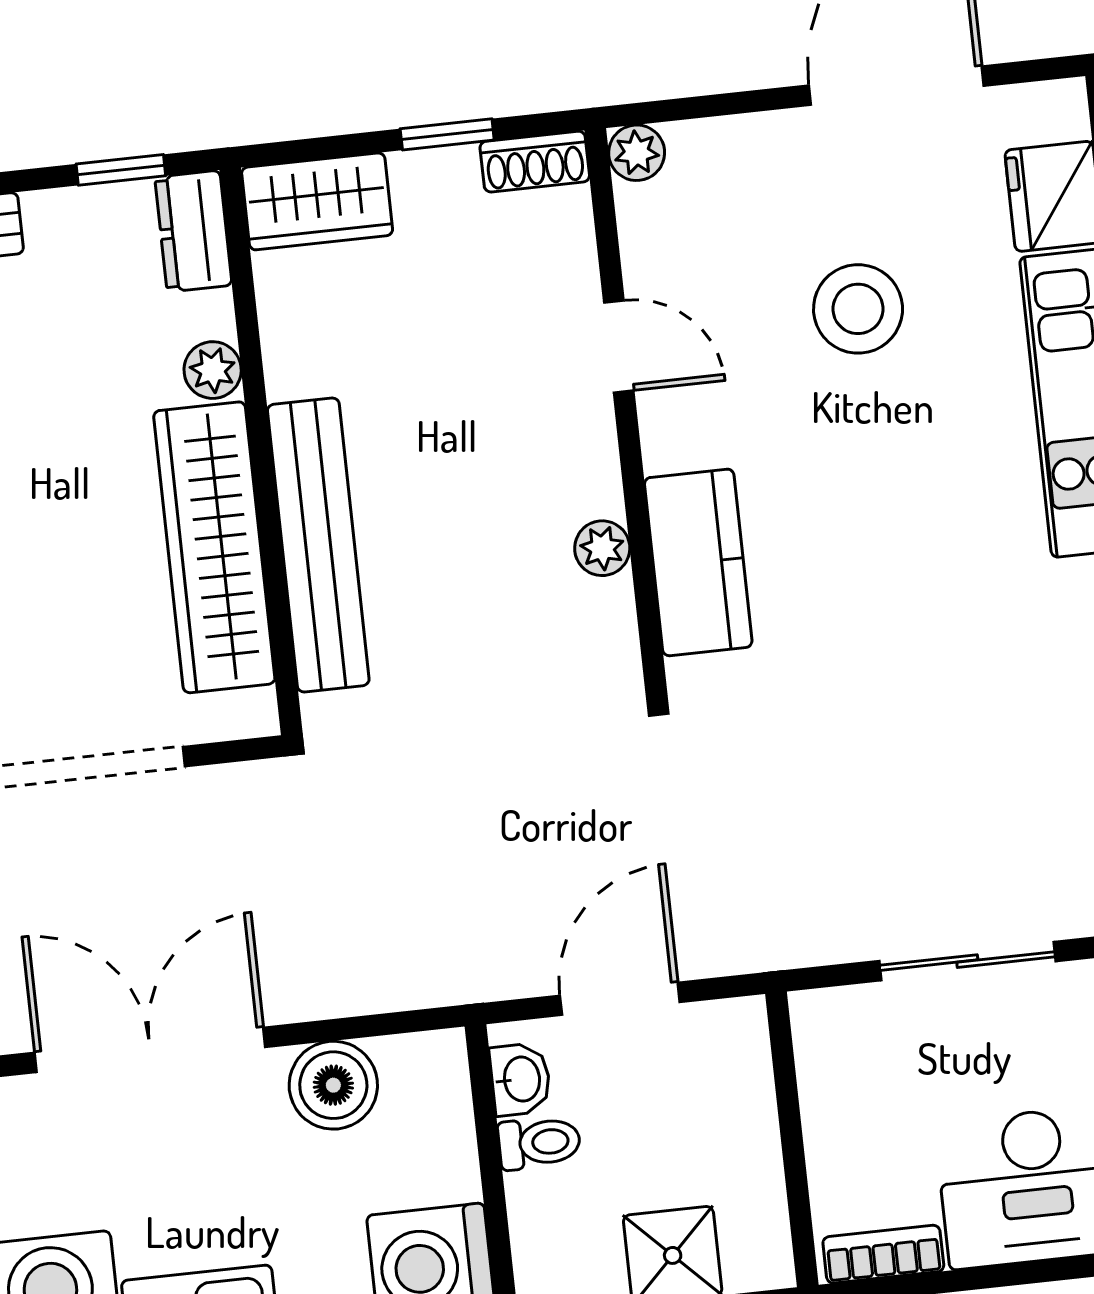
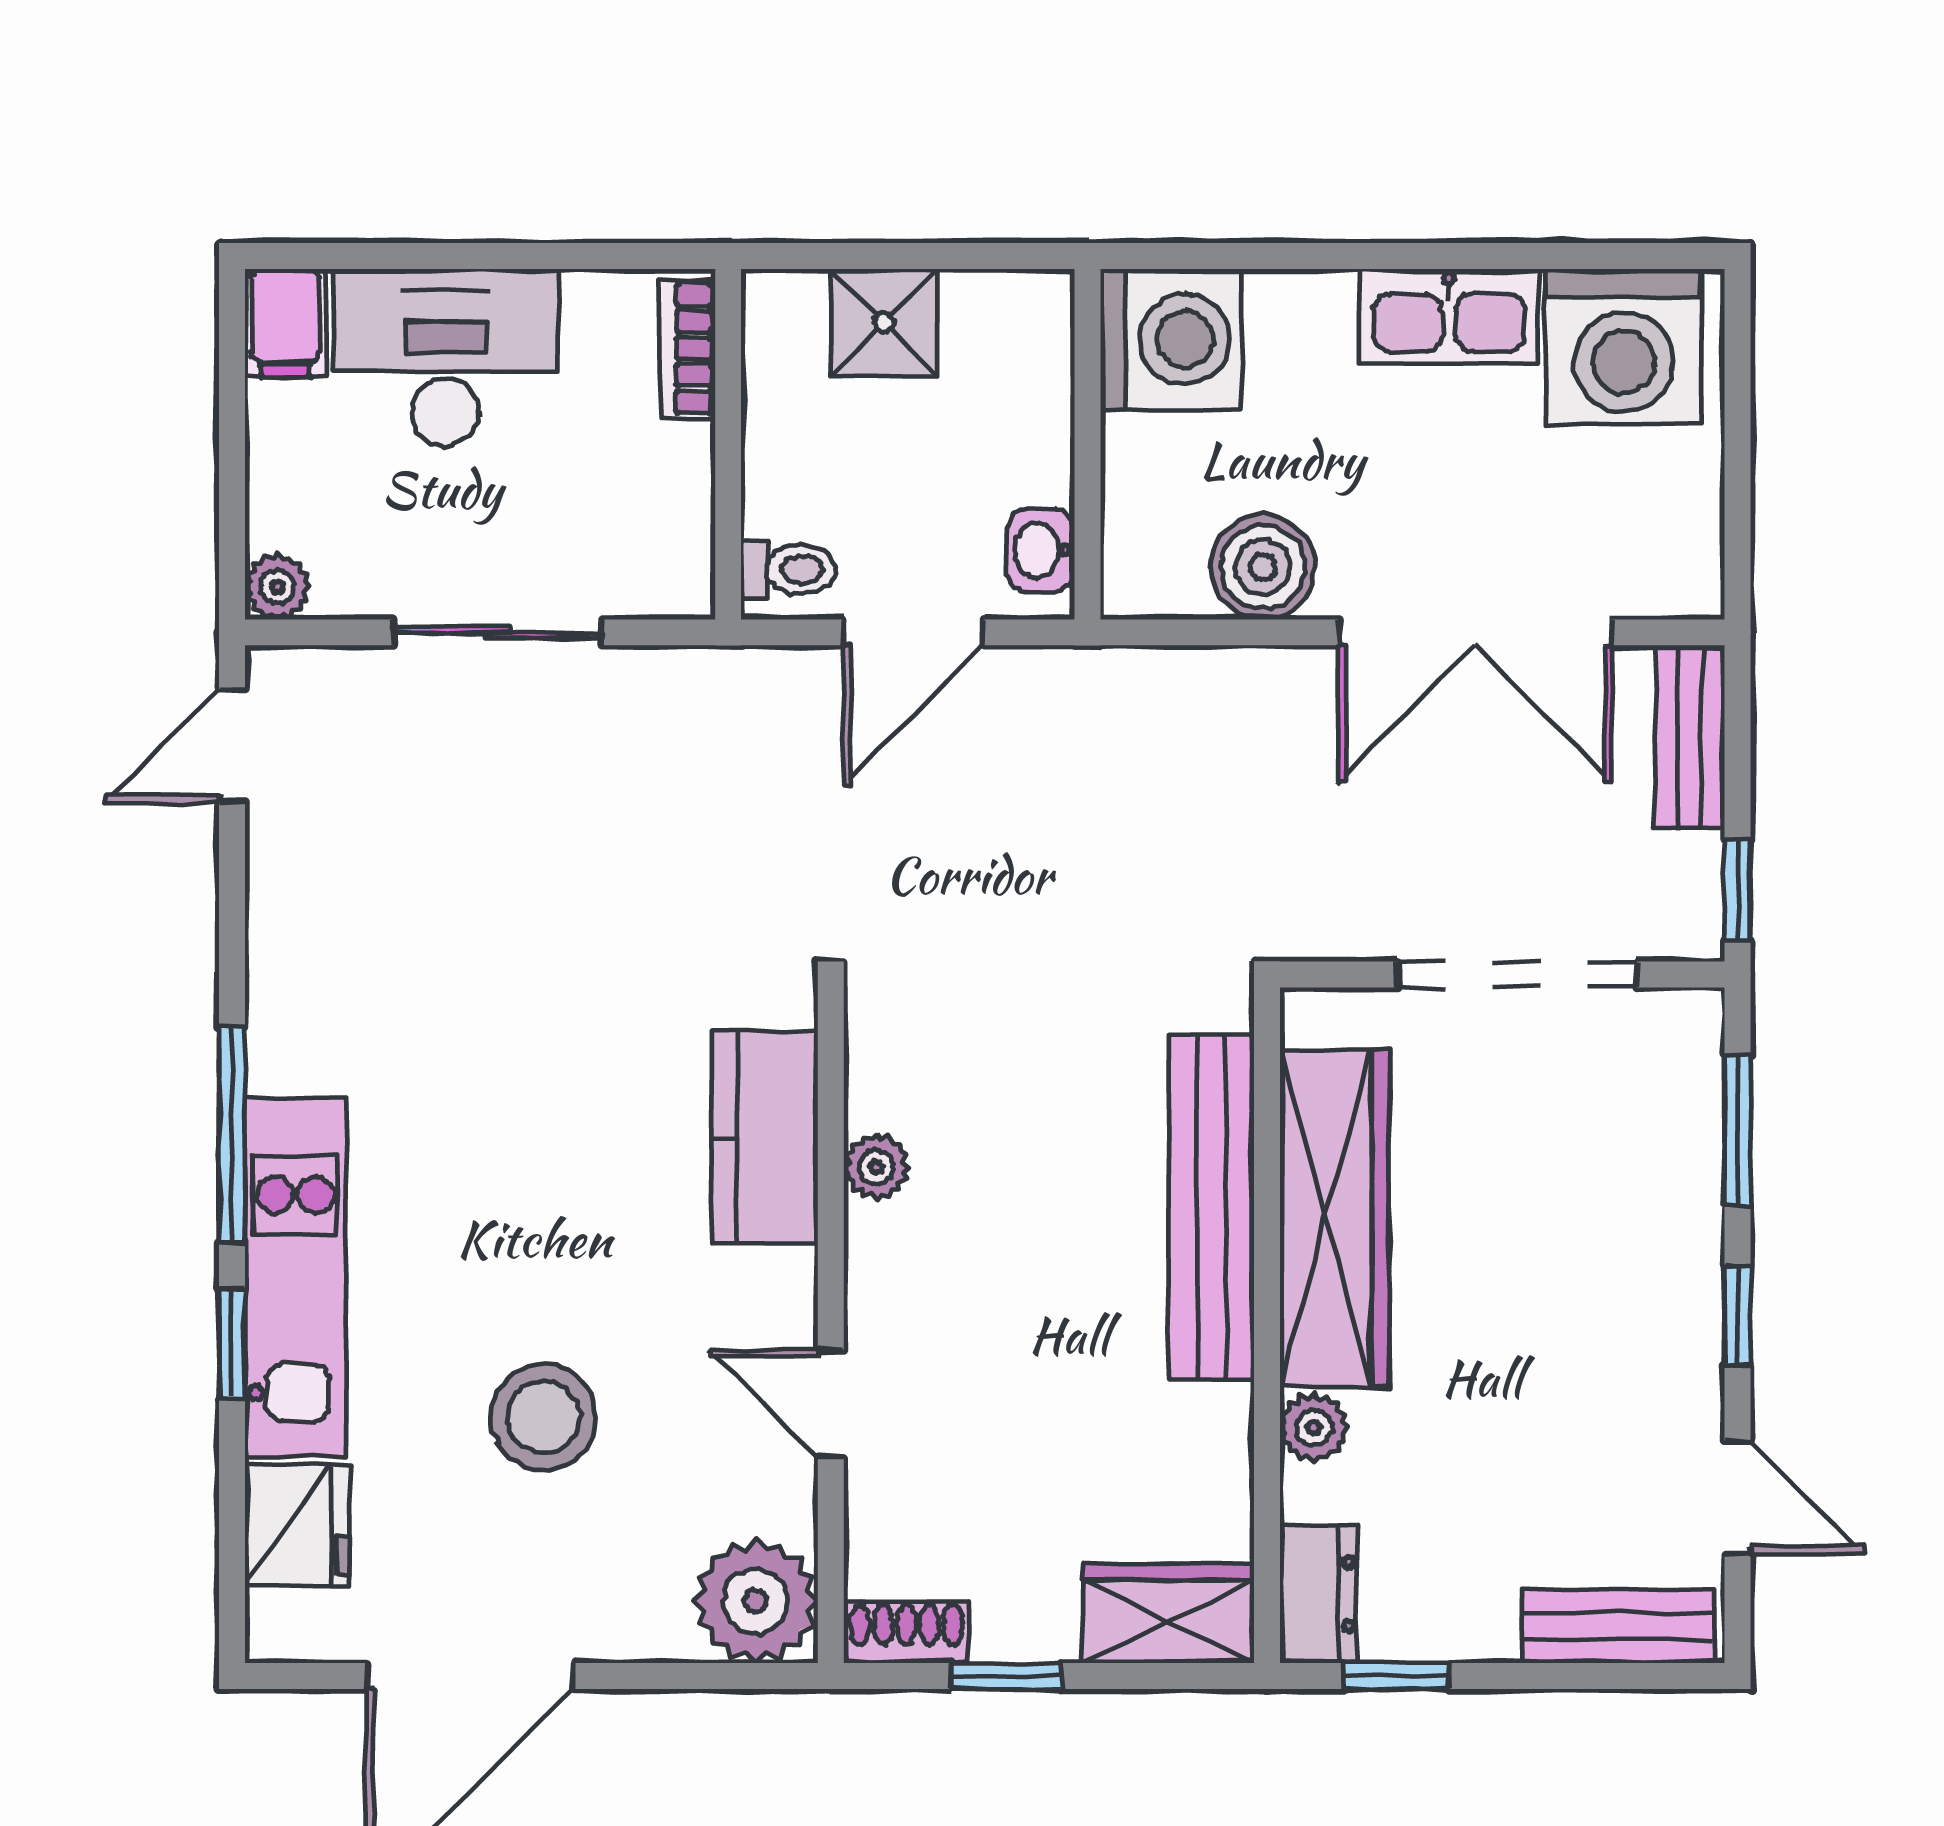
plant: (637, 153) -> (756, 1601), width x1.88, depth x1.88
toilet: (539, 1143) -> (789, 570), moved, turned 180
bookcase: (883, 1254) -> (687, 348), moved, turned 90

